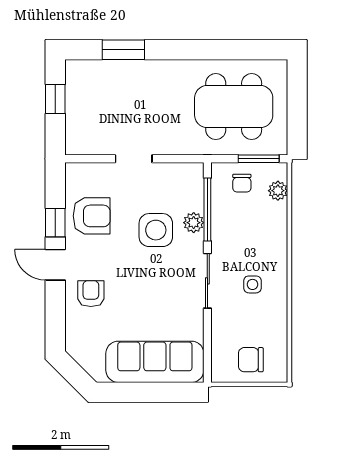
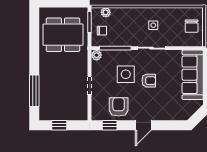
window: (123, 50) -> (34, 91), width x1.44
dining table: (234, 107) -> (63, 35), turned 90
window: (55, 223) -> (110, 125), moved
plant: (194, 223) -> (97, 55), moved
armchair: (91, 294) -> (149, 81), moved, turned 180

